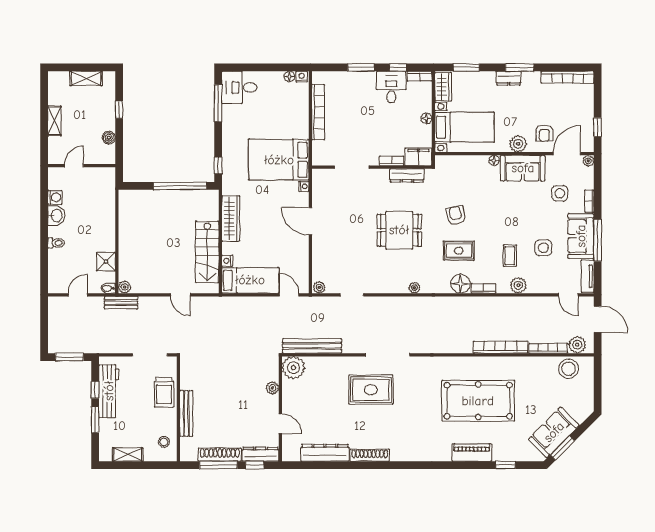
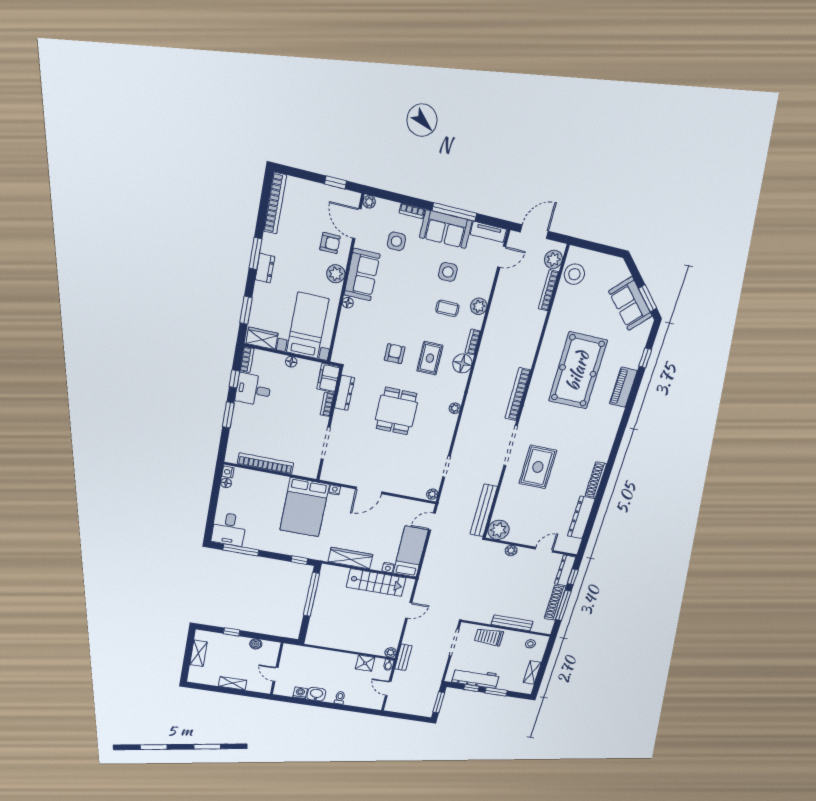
armchair: (456, 215) -> (395, 354), turned 101
bookcase: (501, 347) -> (518, 394), moved
trolley: (164, 392) -> (489, 637), turned 180

